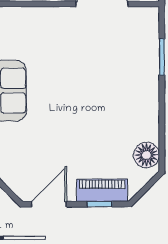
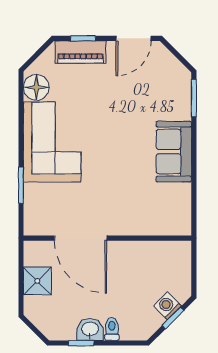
corner sofa: (131, 100) -> (52, 142), added

